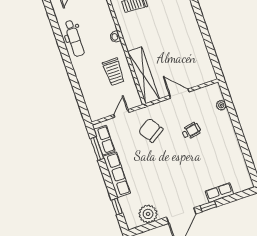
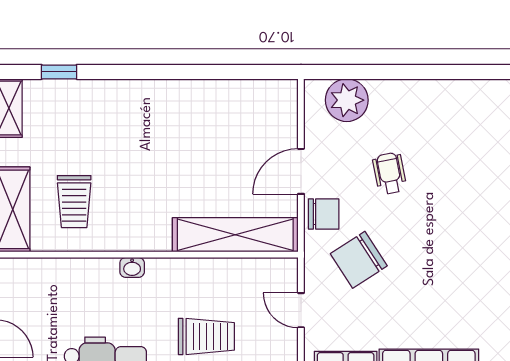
trolley: (114, 72) -> (206, 336), moved
plant: (221, 105) -> (347, 100), width x1.88, depth x1.88
chair: (165, 109) -> (324, 214), added

